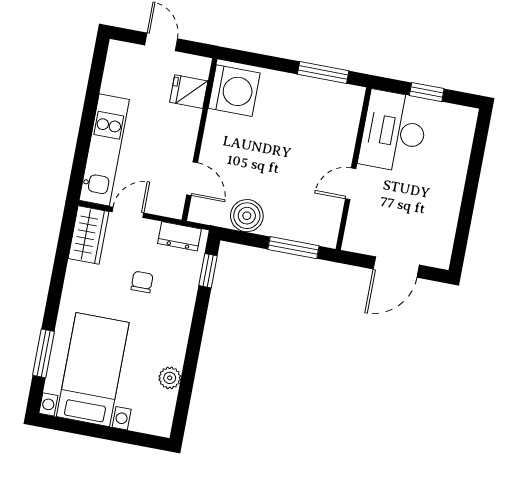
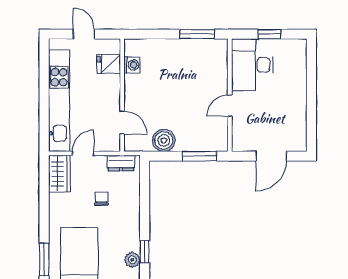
washing machine: (234, 91) -> (132, 65), width x0.53, depth x0.53
kitchen unit: (104, 150) -> (59, 101), width x1.36
window: (208, 271) -> (145, 252), moved

